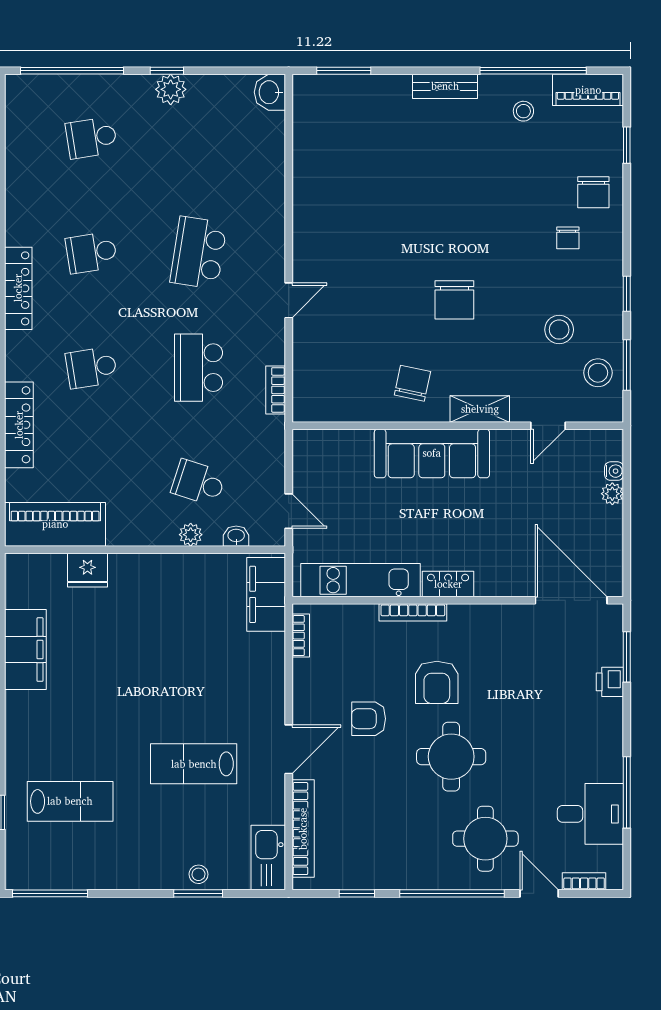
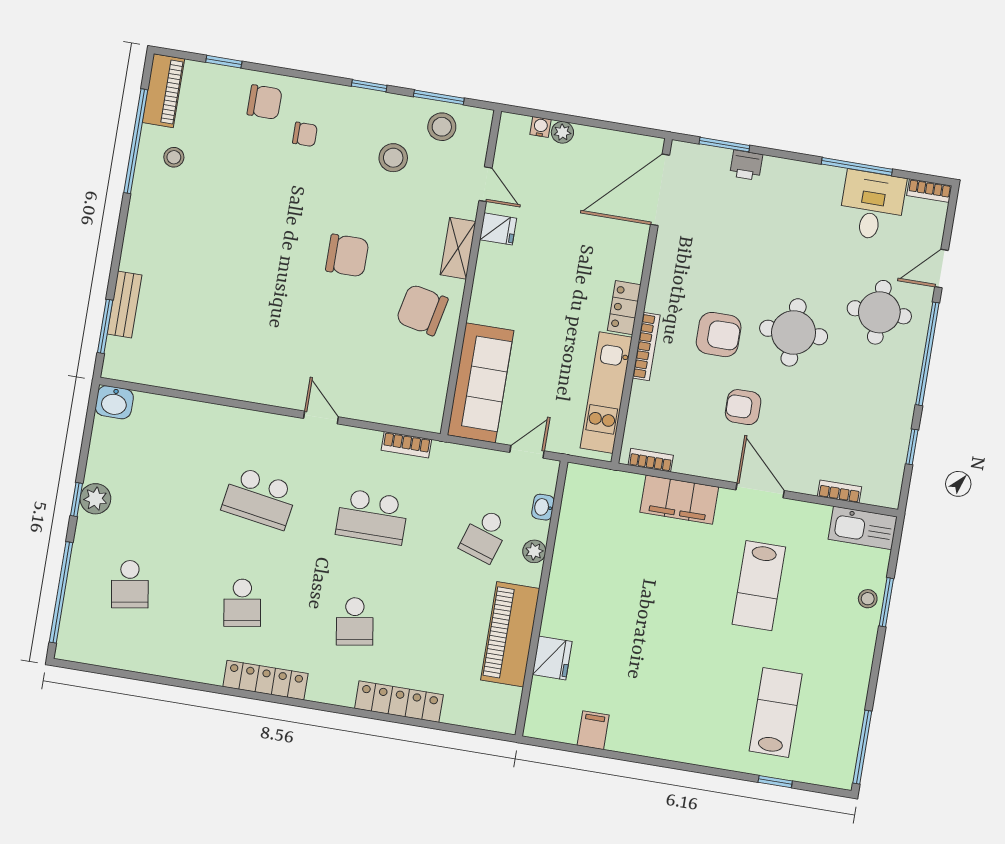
bench: (445, 86) -> (125, 304), moved
chair: (412, 383) -> (422, 310), width x1.37, depth x1.37
fridge: (506, 446) -> (498, 229), added
sofa: (432, 453) -> (481, 383), moved
piano: (55, 524) -> (510, 634), moved
filing cabinet: (266, 594) -> (679, 500), moved
filing cabinet: (25, 650) -> (593, 730), width x0.33, depth x0.86
armchair: (369, 719) -> (743, 407), turned 90
bookcase: (303, 829) -> (840, 492), width x0.43, depth x0.76
bookcase: (584, 881) -> (929, 191), moved, turned -90

